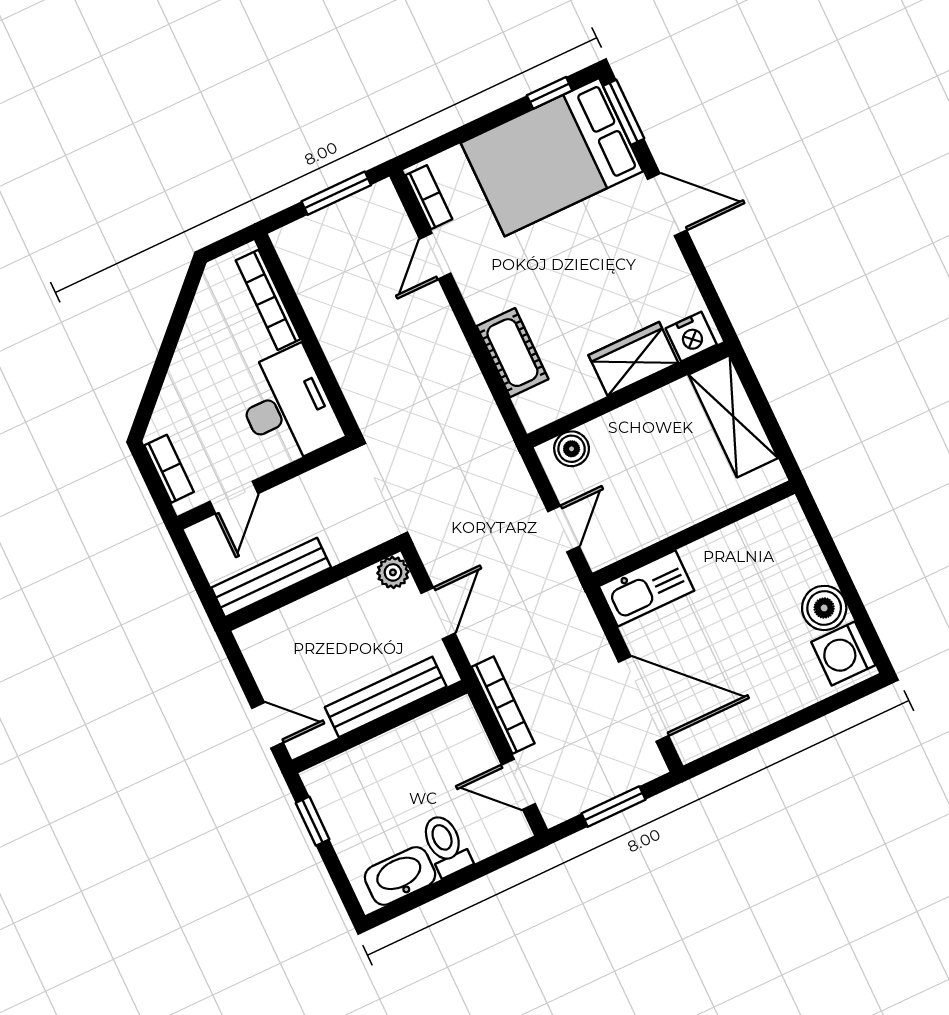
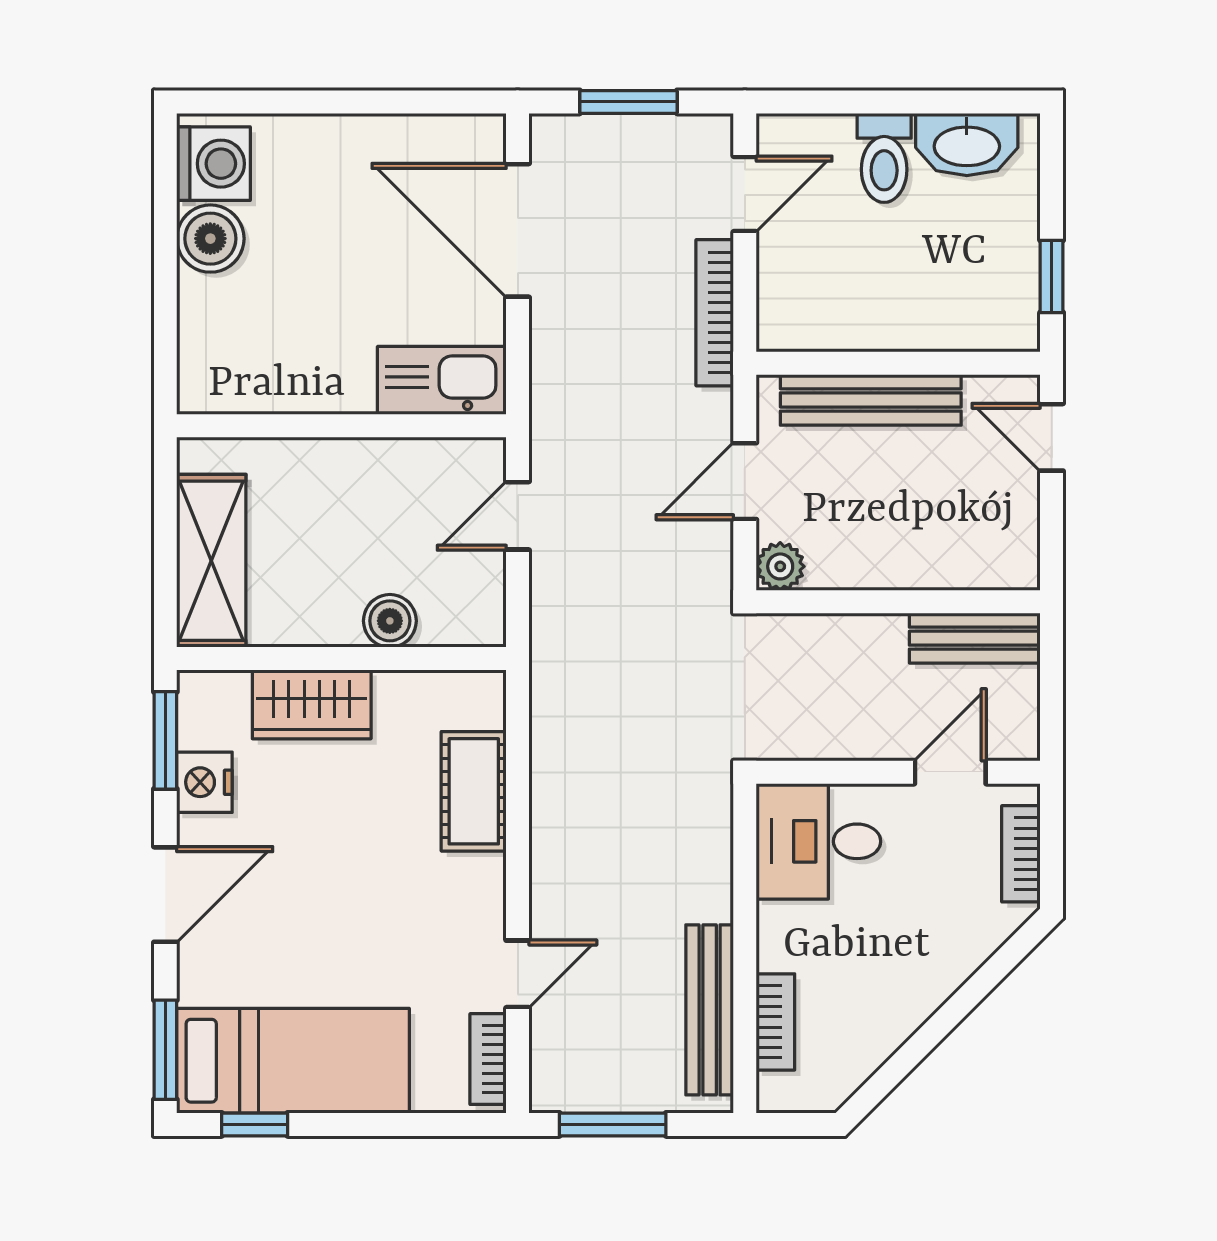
bed: (552, 157) -> (293, 1061), width x0.67
door: (667, 205) -> (165, 895), swing flipped
bench: (311, 289) -> (710, 1010), added
window: (710, 297) -> (165, 740), added
bookcase: (268, 300) -> (775, 1022), width x0.64
nightstand: (691, 337) -> (204, 782), moved, turned -90
desk: (287, 407) -> (818, 841), width x0.73
boiler: (572, 449) -> (390, 621), moved
bench: (271, 578) -> (975, 638), width x0.73
door: (518, 784) -> (745, 194), hinge flipped

